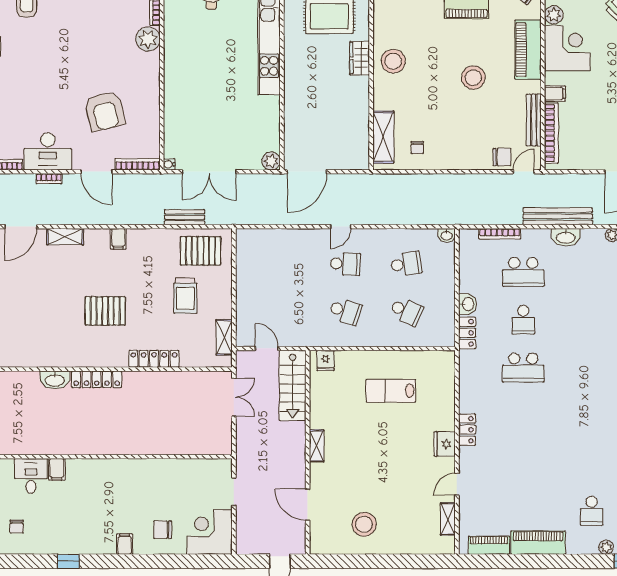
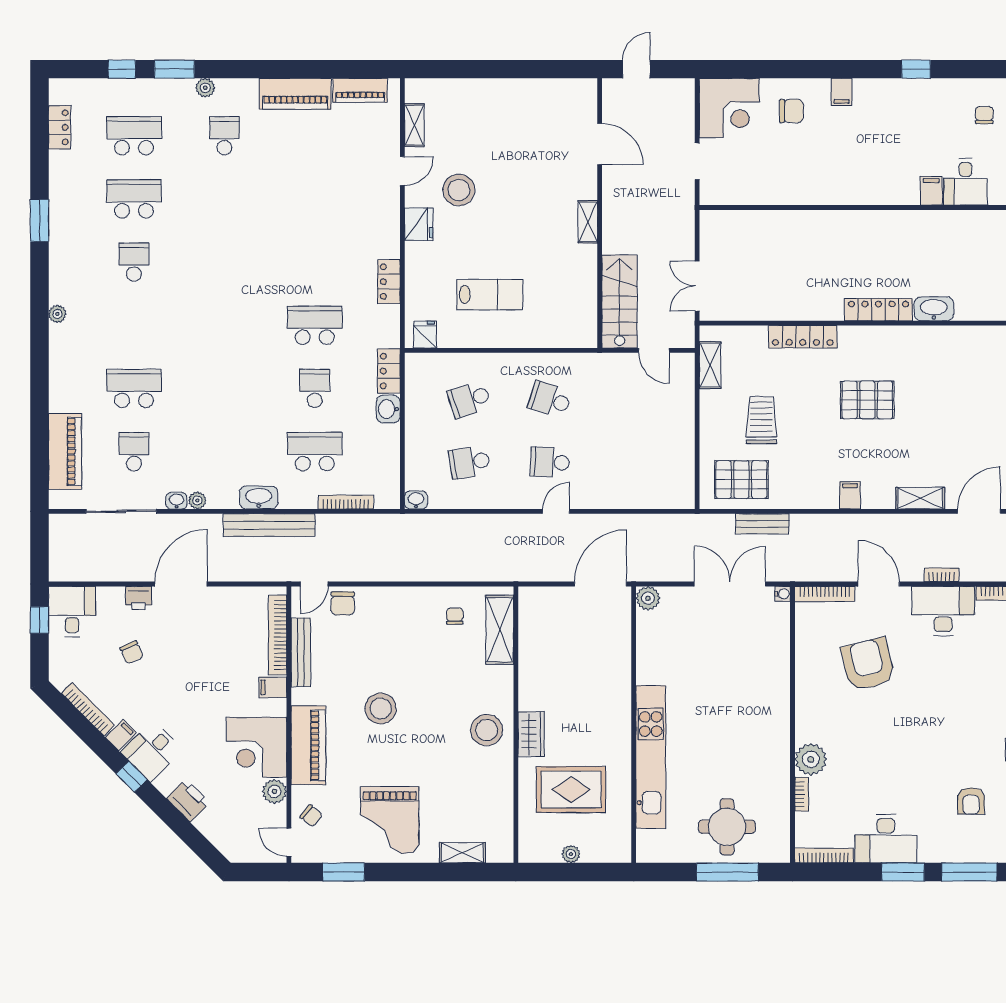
chair: (502, 157) -> (343, 603), turned -90
school desk: (406, 311) -> (469, 400), turned -42
fridge: (326, 360) -> (425, 335), moved
locker: (467, 430) -> (389, 282), moved
stool: (364, 524) -> (459, 190), moved

